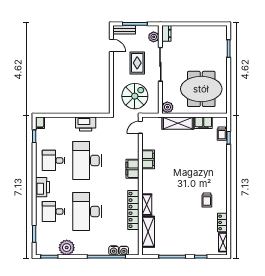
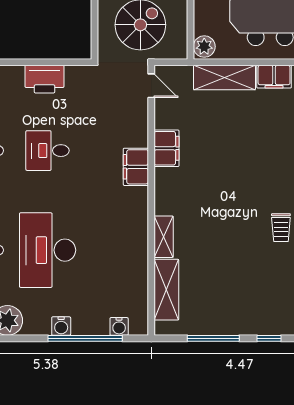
door: (140, 127) -> (151, 86), swing flipped
desk: (87, 160) -> (48, 151), width x0.53, depth x0.77
locker: (133, 210) -> (138, 247), removed
water cooler: (114, 250) -> (61, 326), moved

